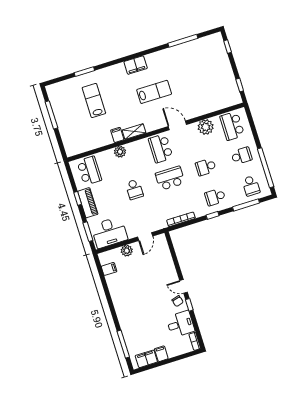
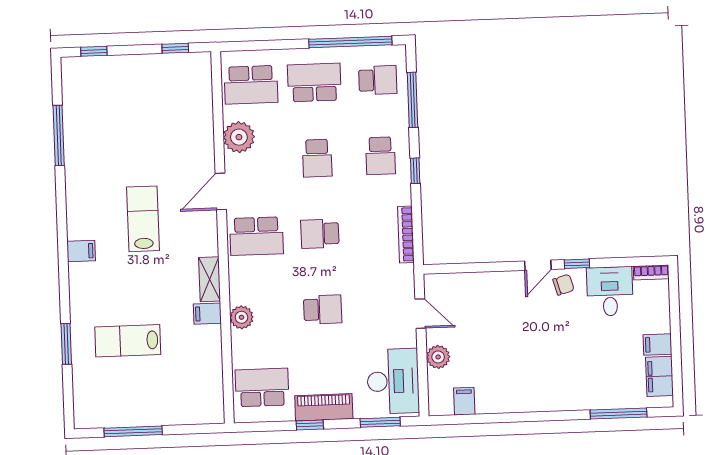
filing cabinet: (136, 65) -> (81, 251), width x0.50
school desk: (242, 156) -> (314, 82), width x1.85
school desk: (170, 178) -> (320, 234), width x0.54

